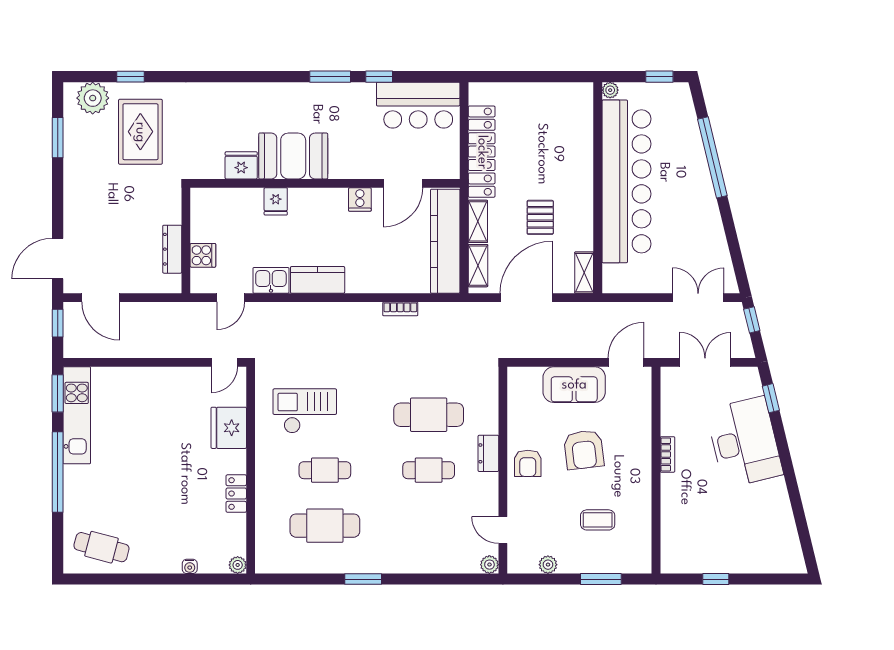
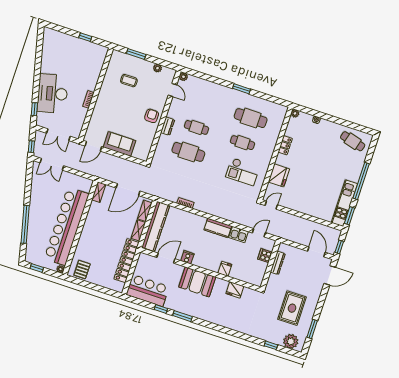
rug: (140, 132) -> (292, 308), moved
booth: (293, 156) -> (197, 282), moved
pallet: (540, 217) -> (82, 270), moved
armchair: (584, 450) -> (125, 114), removed

